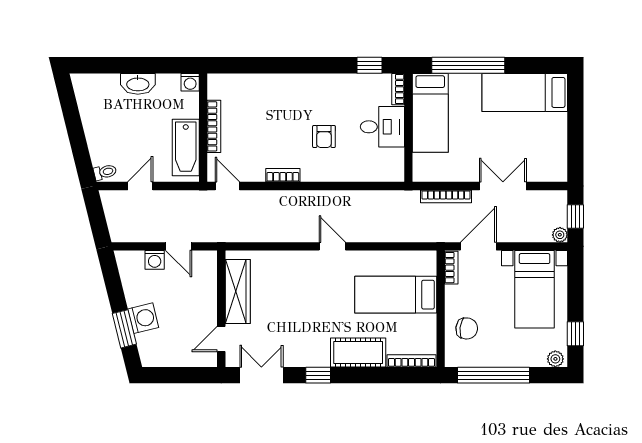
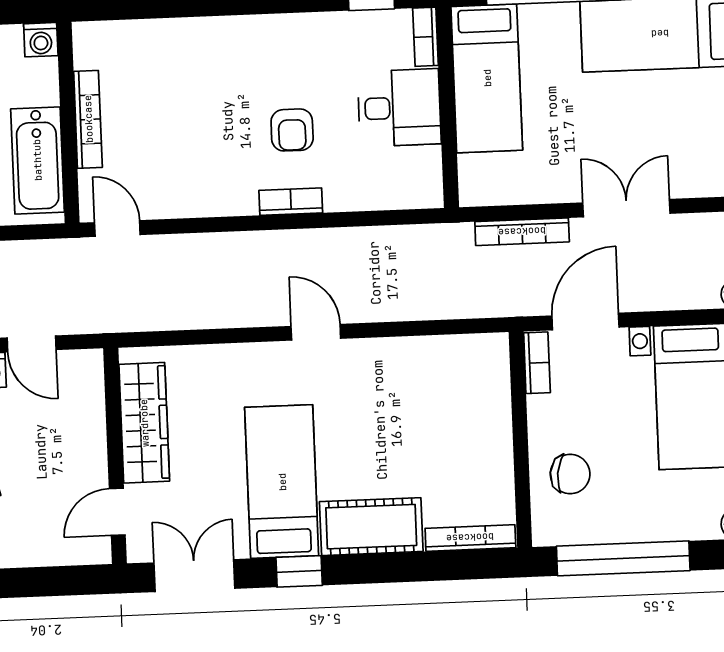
bookcase: (283, 175) -> (291, 202), moved
bed: (396, 295) -> (282, 482), moved, turned 90

